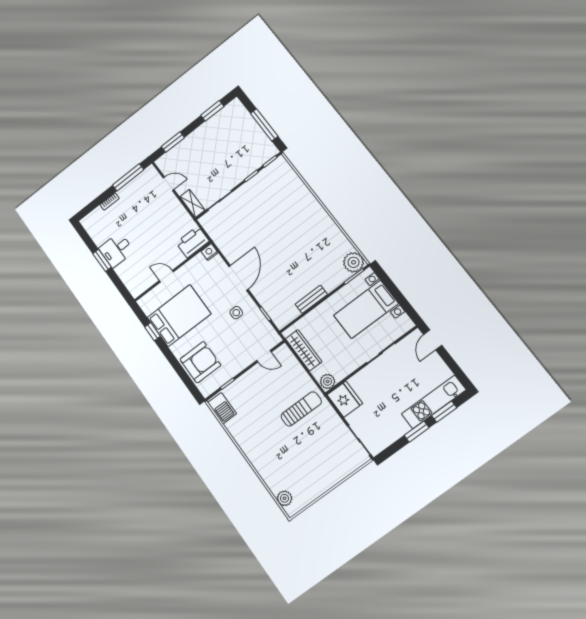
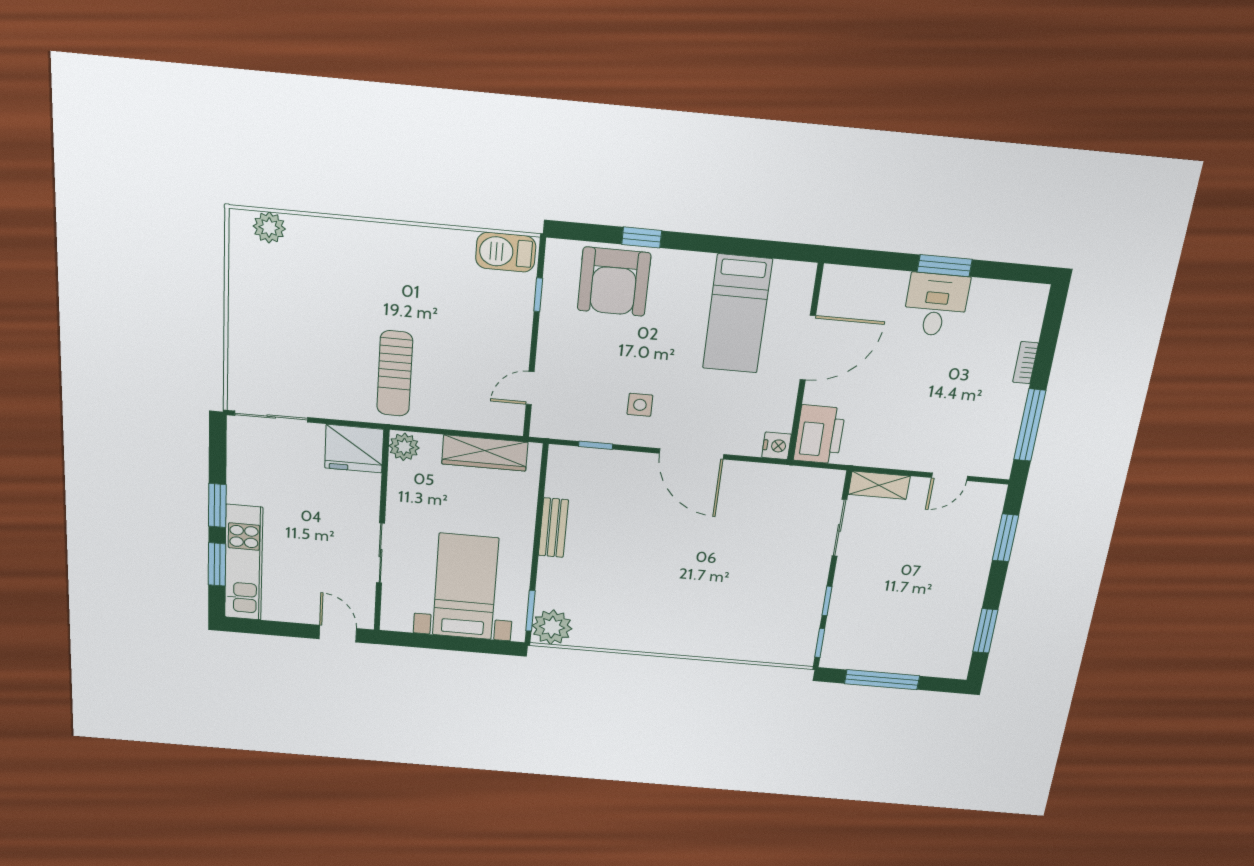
door: (166, 276) -> (808, 348), width x1.88
bed: (179, 316) -> (737, 314), width x0.67
window: (152, 332) -> (642, 237), moved

